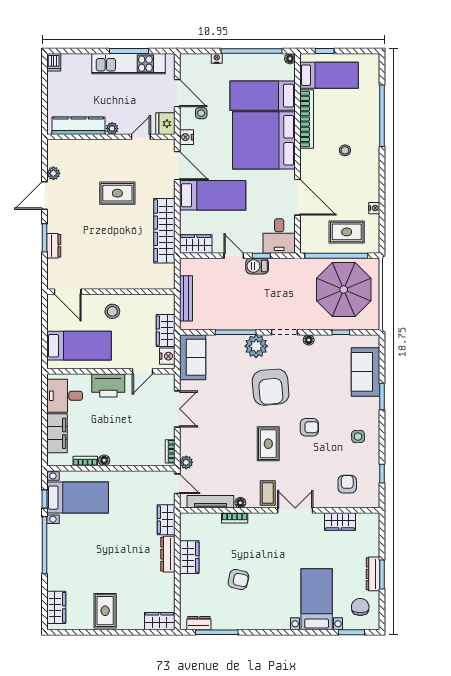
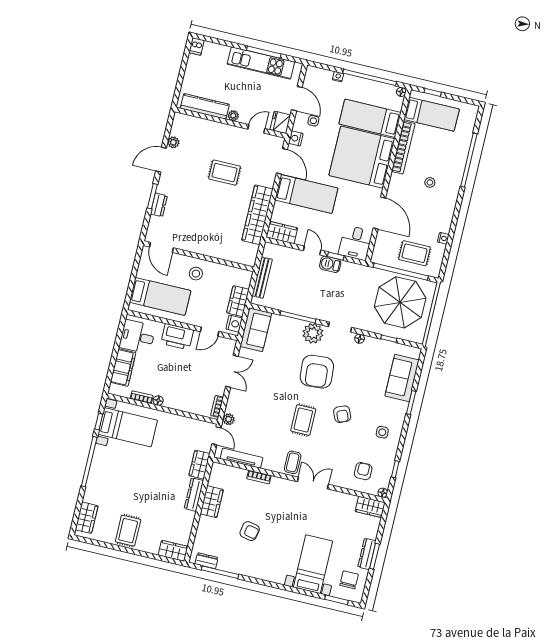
armchair: (309, 427) -> (342, 414), turned 67
floor lamp: (240, 503) -> (383, 493), moved
wardrobe: (340, 522) -> (370, 507), moved

